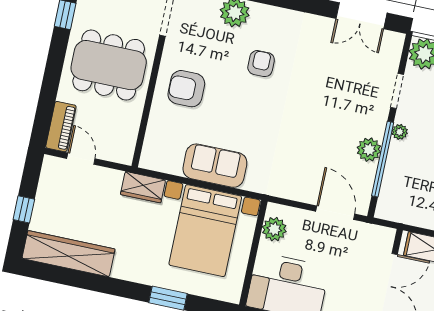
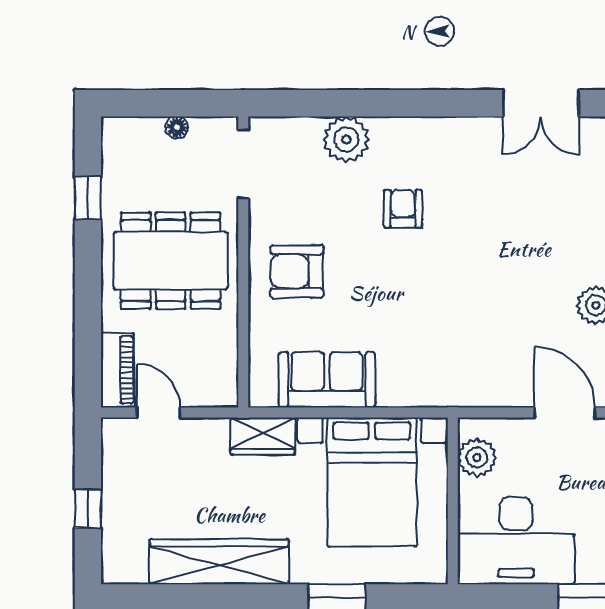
sofa: (215, 166) -> (327, 380), moved
wardrobe: (69, 254) -> (219, 562), moved

